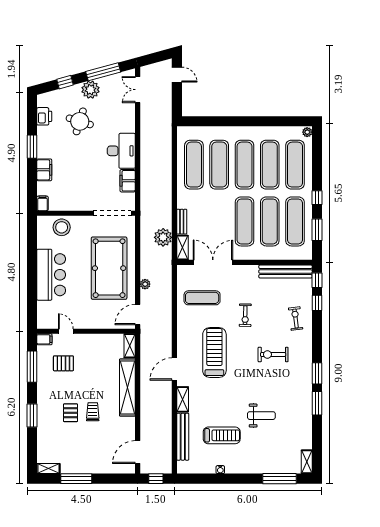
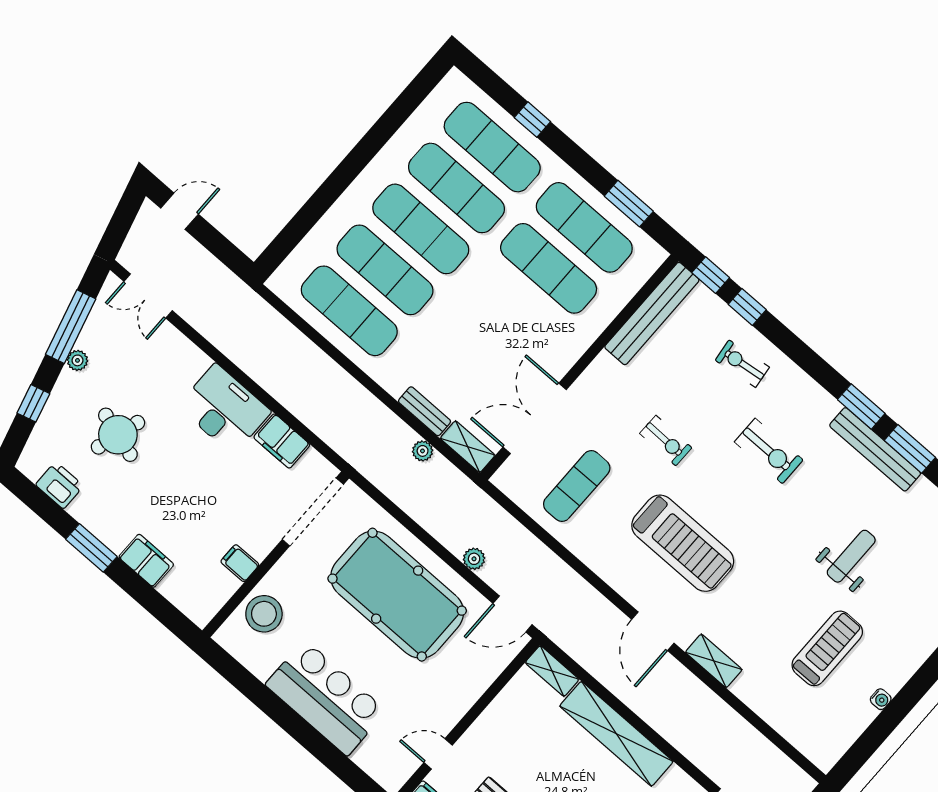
plant: (90, 90) -> (77, 360), width x0.53, depth x0.53
plant: (307, 132) -> (457, 81), removed
window: (317, 198) -> (532, 120), moved
filing cabinet: (42, 203) -> (240, 563), moved
exercise mat: (244, 221) -> (513, 309), removed
plant: (163, 237) -> (423, 451), width x0.53, depth x0.53
door: (138, 315) -> (513, 614), hinge flipped
treadmill: (214, 353) -> (683, 543), turned 180
exercise bike: (273, 354) -> (769, 451), turned -90
bench: (183, 437) -> (875, 449), moved

